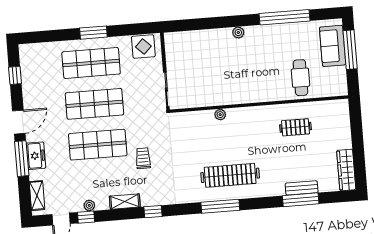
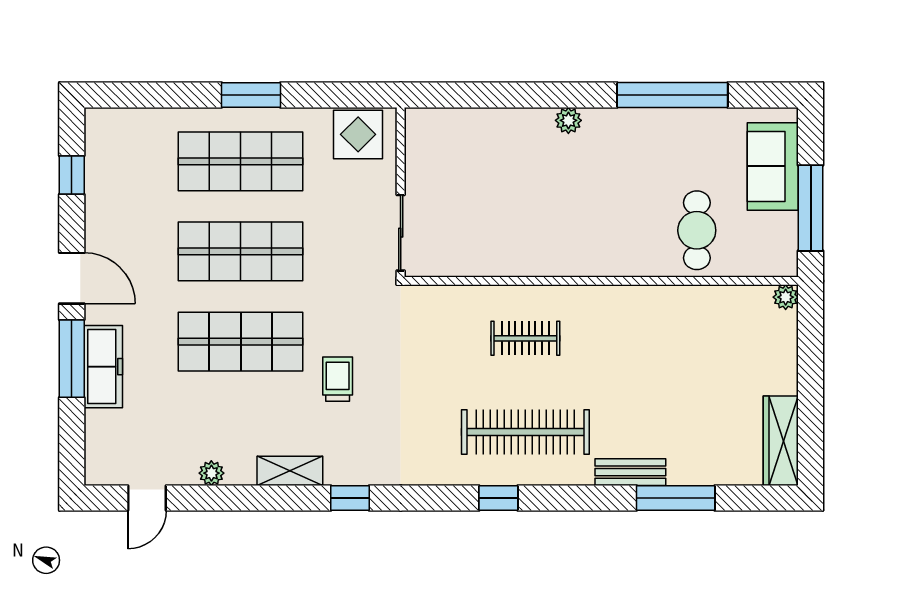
window: (350, 50) -> (811, 208), moved
plant: (220, 115) -> (786, 297), moved
door: (19, 122) -> (72, 278), hinge flipped
clothes rail: (295, 127) -> (525, 338), moved
freezer: (36, 156) -> (103, 367), width x1.40
bench: (302, 188) -> (630, 472), moved
shelving: (37, 196) -> (99, 442), removed
window: (220, 206) -> (498, 498), width x0.46
window: (86, 217) -> (202, 498), removed

